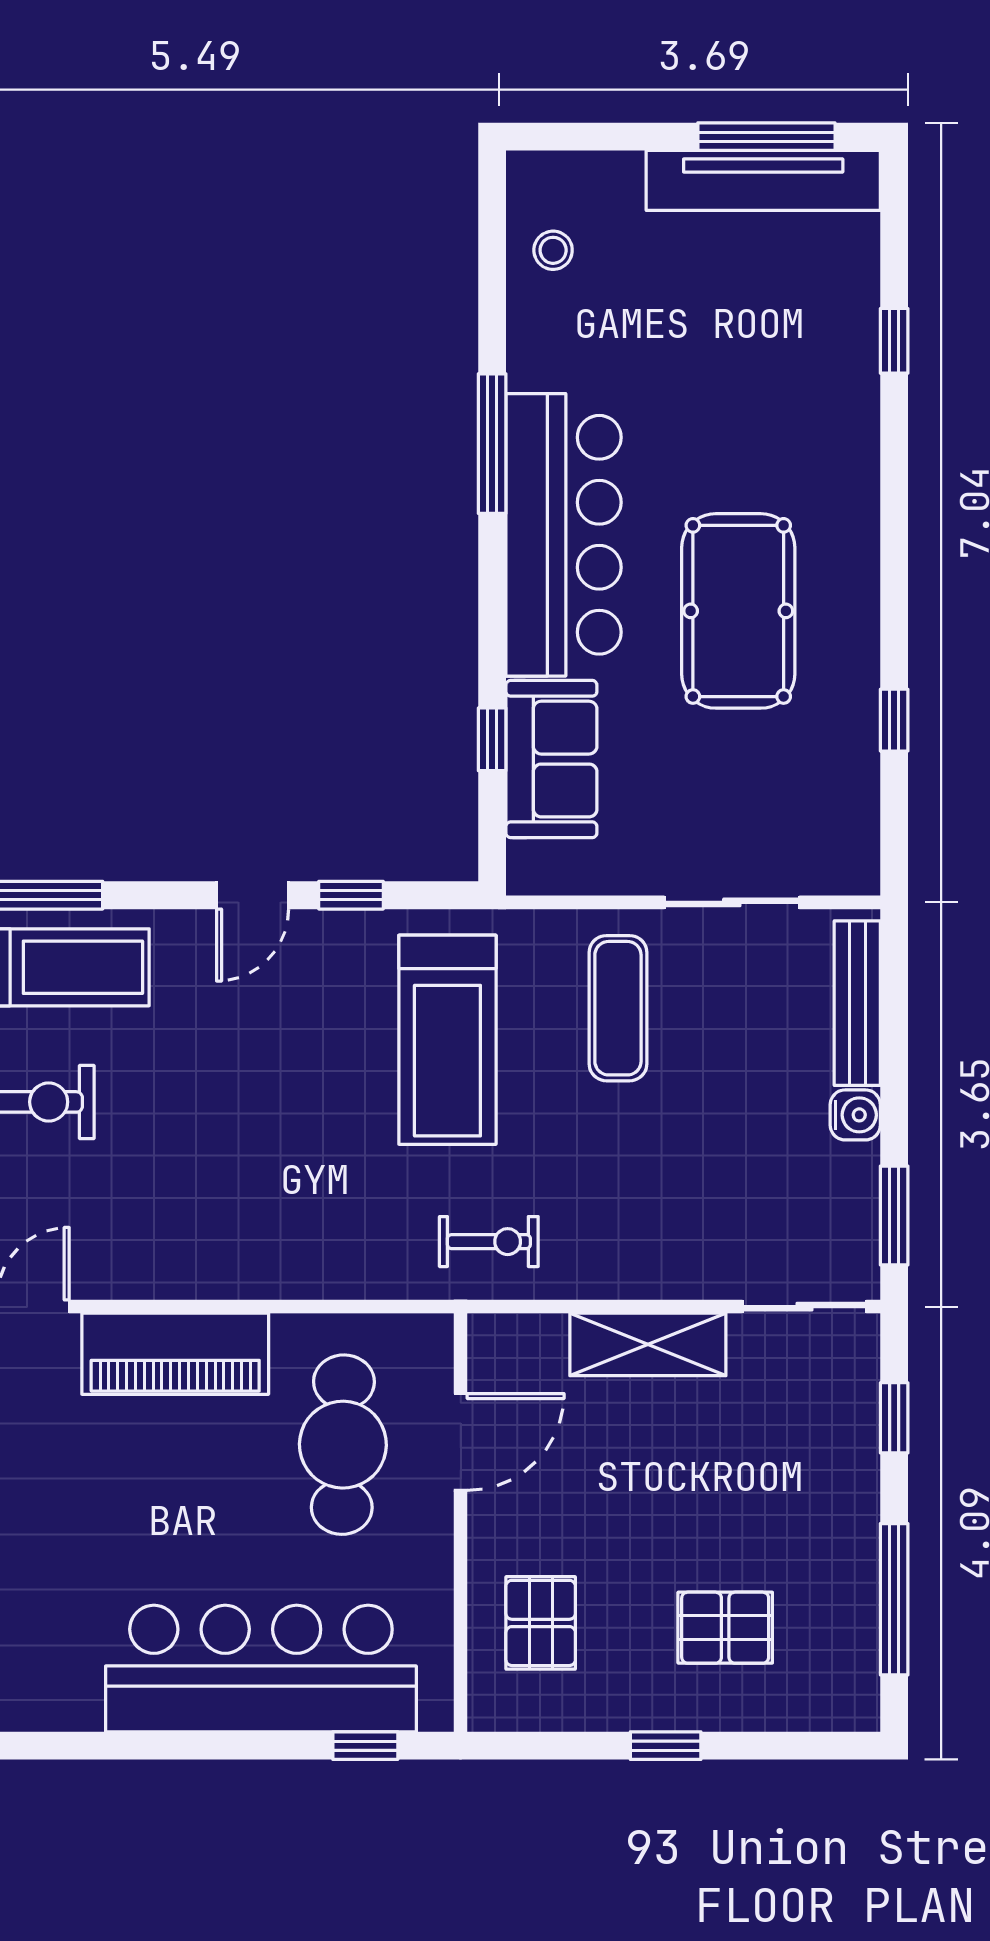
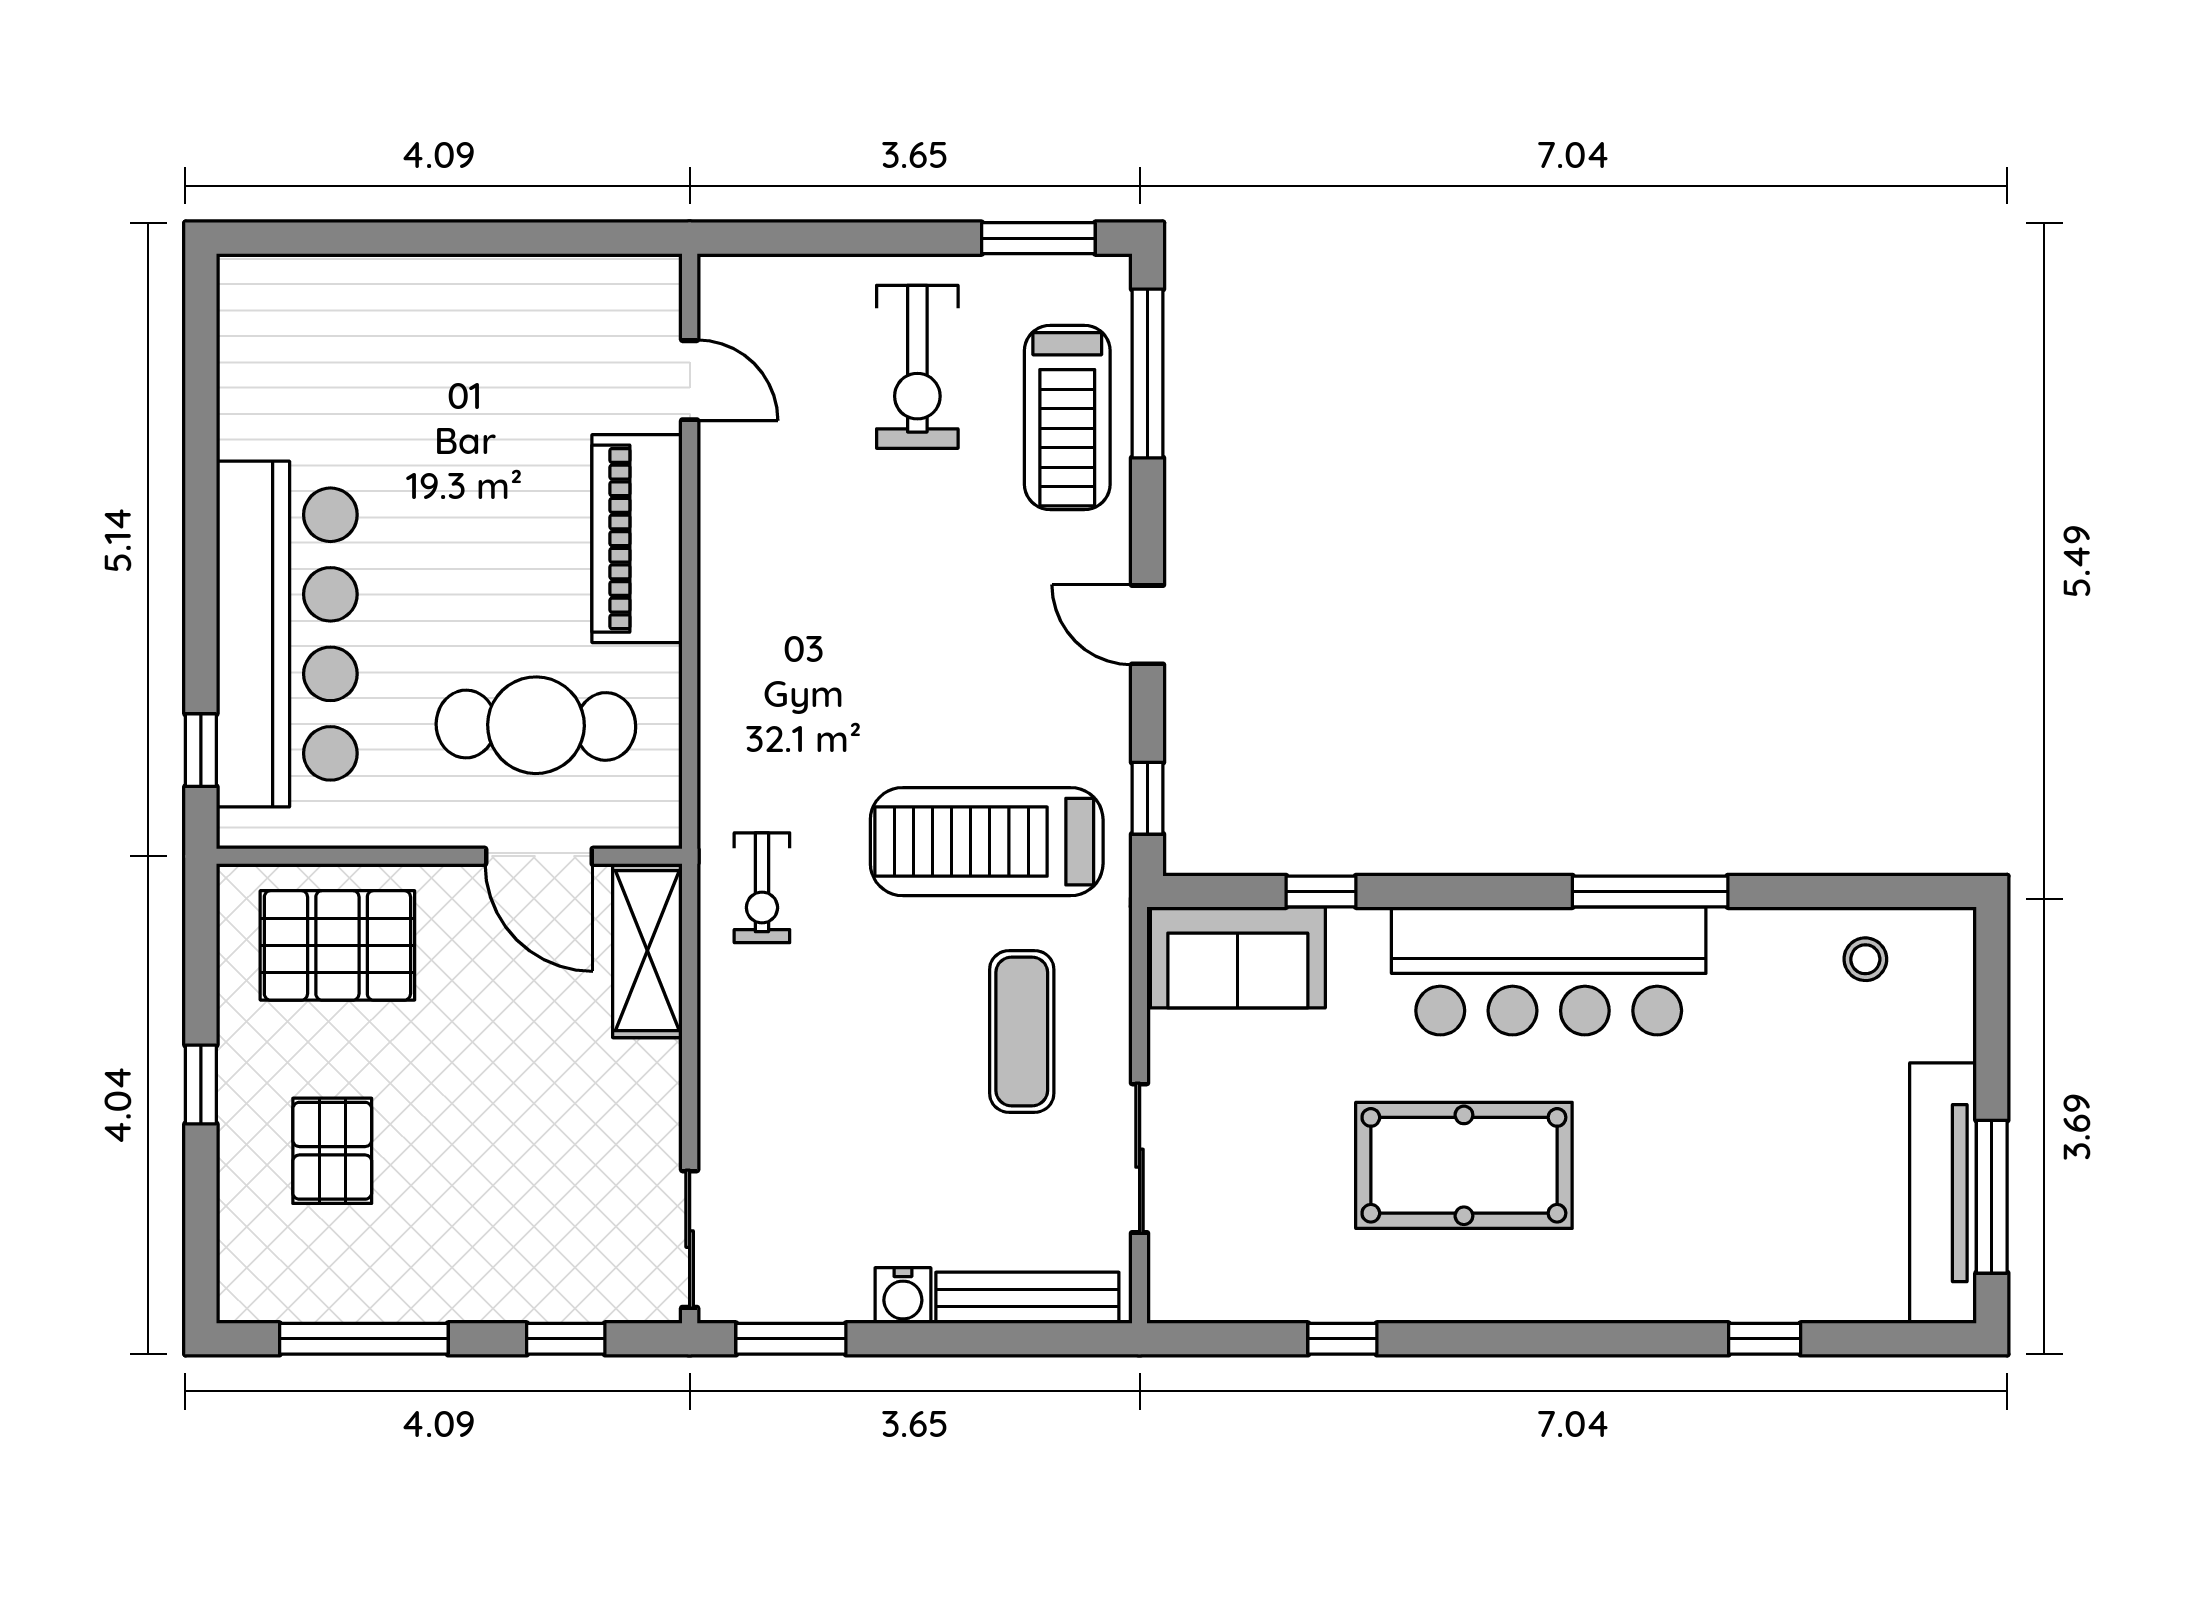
sofa: (551, 759) -> (1238, 957), moved
window: (351, 895) -> (1148, 798), moved
exercise mat: (618, 1008) -> (1022, 1031), turned 90
shelving: (648, 1344) -> (647, 951), moved
pallet: (541, 1623) -> (337, 945), width x1.50, depth x1.42

